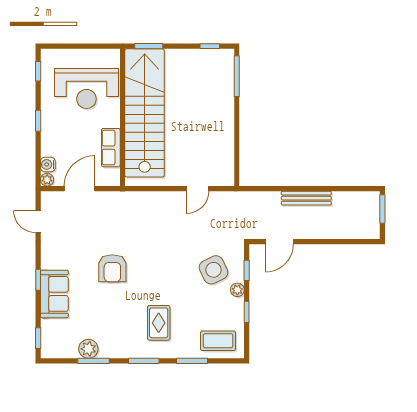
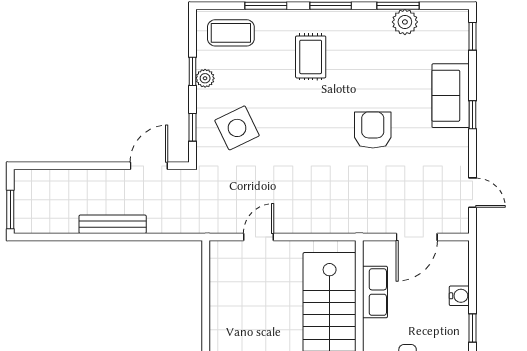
water cooler: (48, 164) -> (459, 296), moved
plant: (47, 180) -> (460, 249), removed
plant: (237, 290) -> (205, 78), moved

